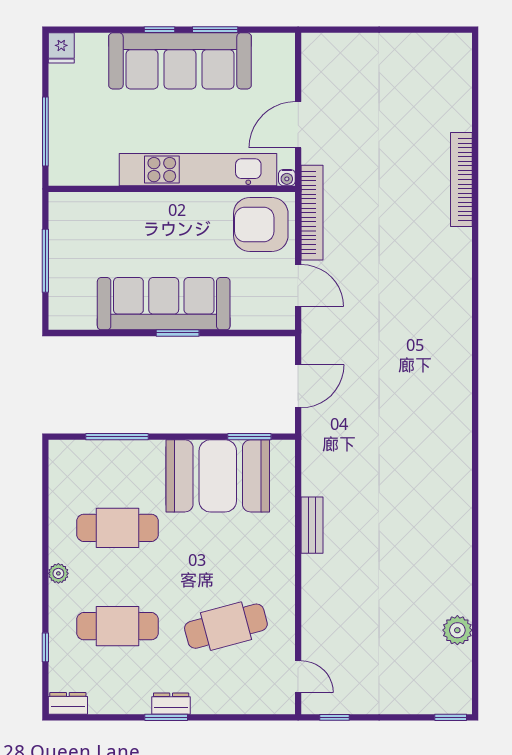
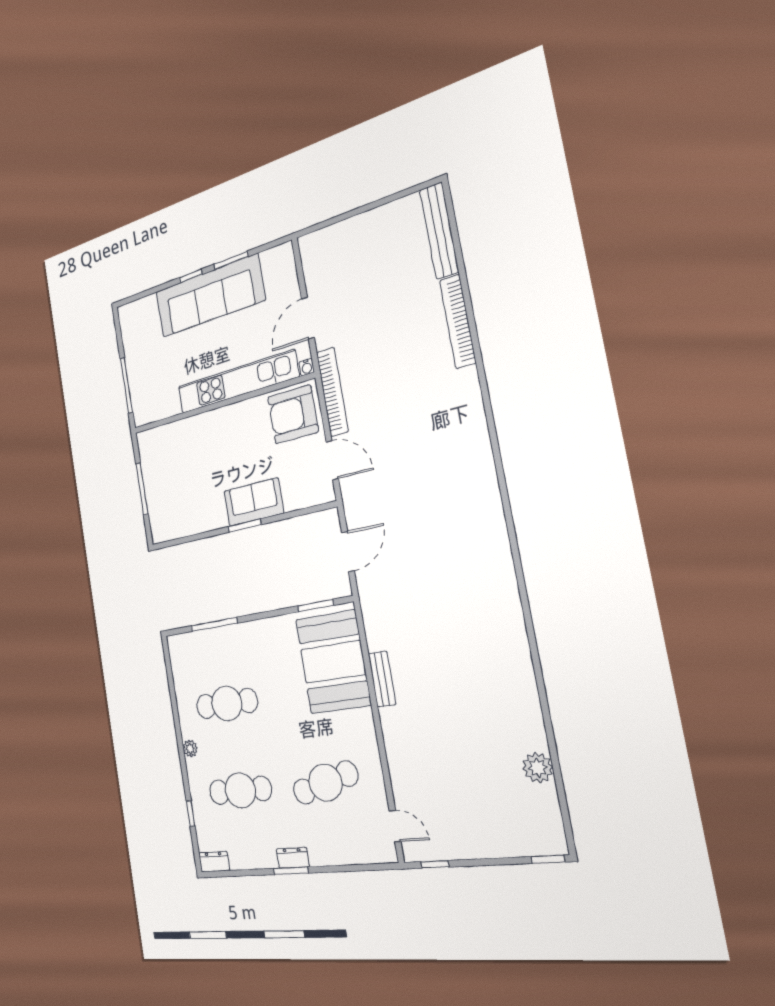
fridge: (61, 48) -> (127, 316), removed
bench: (460, 81) -> (439, 231), added
sofa: (164, 304) -> (254, 502), width x0.54, depth x0.79
booth: (218, 476) -> (333, 662), moved, turned 90

